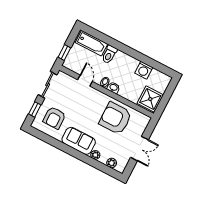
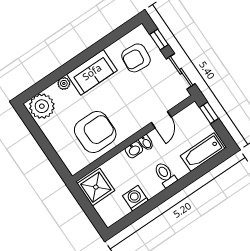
toilet: (109, 54) -> (165, 175), moved
door: (85, 81) -> (161, 120), hinge flipped
armchair: (54, 118) -> (136, 58), turned -85
double door: (139, 149) -> (43, 141), removed
plant: (112, 163) -> (42, 106), width x1.88, depth x1.88

